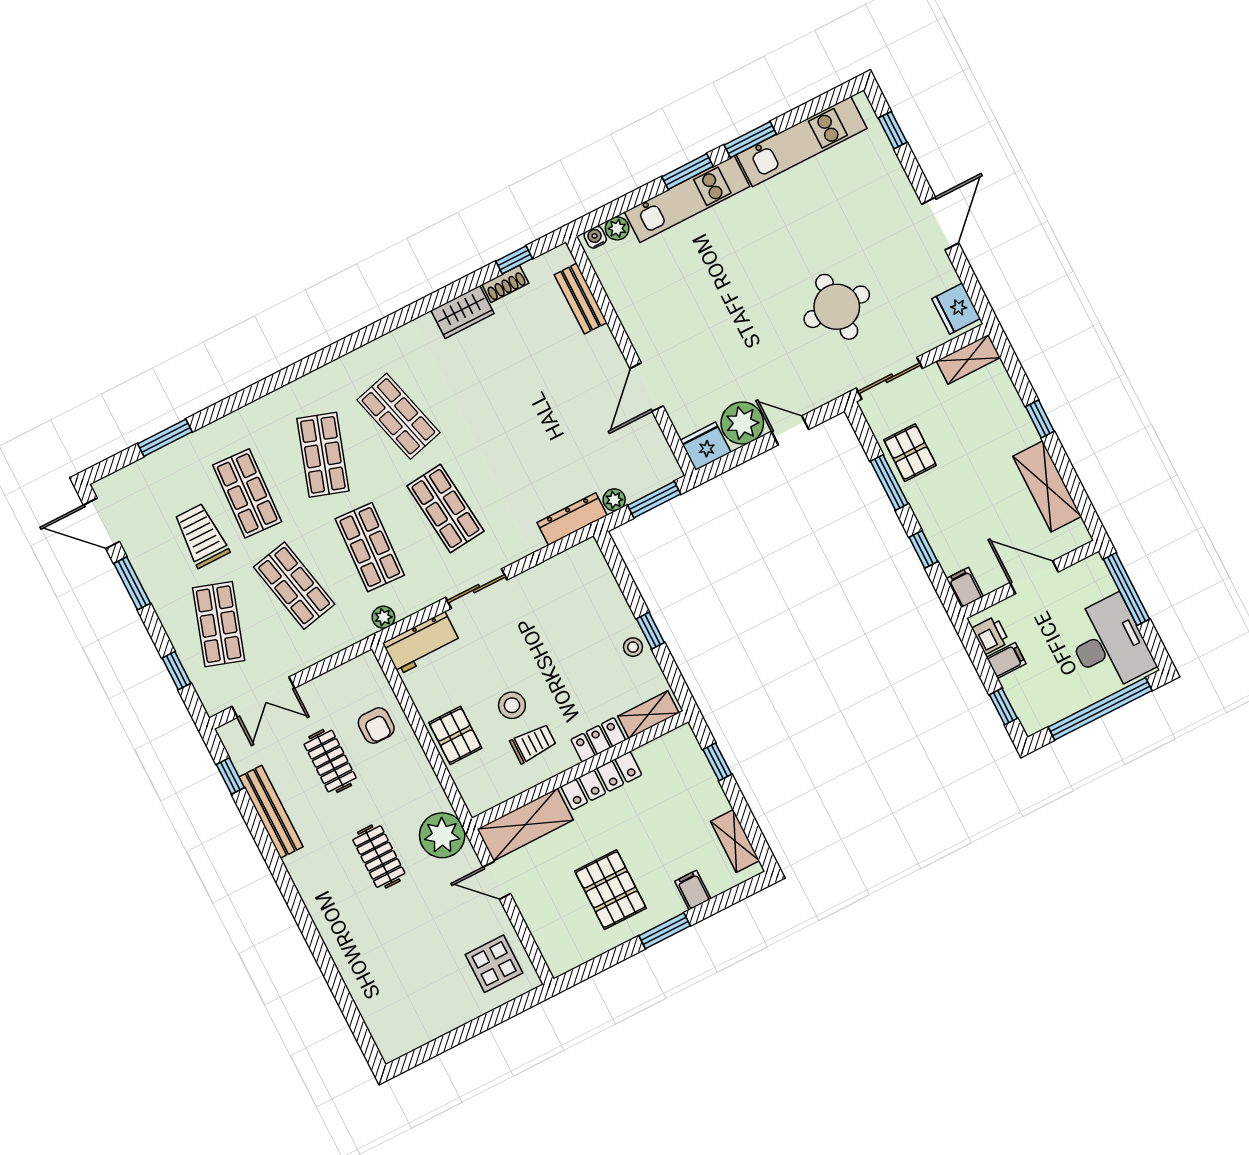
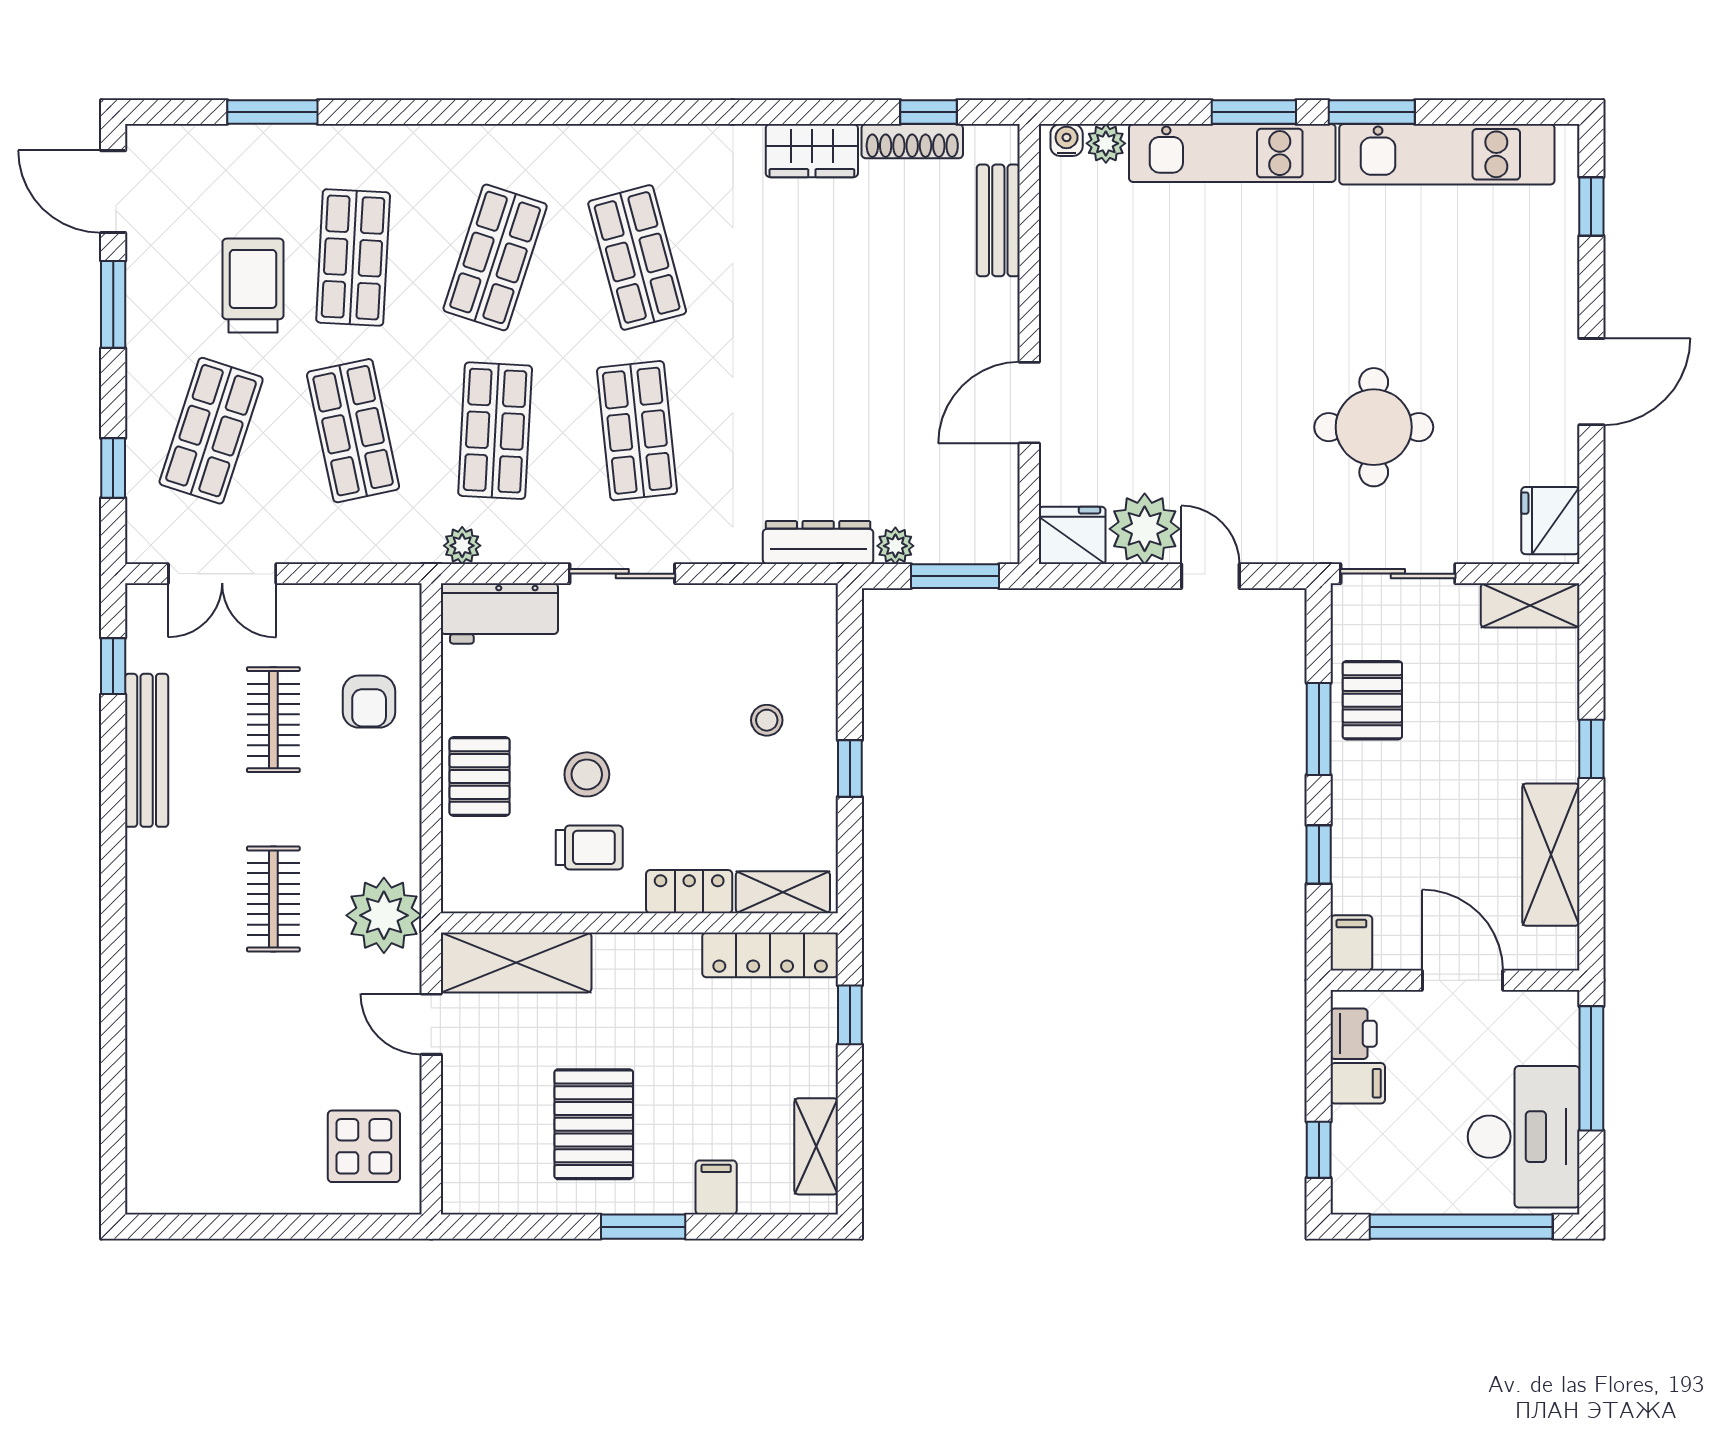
shoe rack: (505, 284) -> (912, 141), width x1.43
stool: (633, 647) -> (767, 720), moved
locker: (601, 781) -> (770, 955), moved

